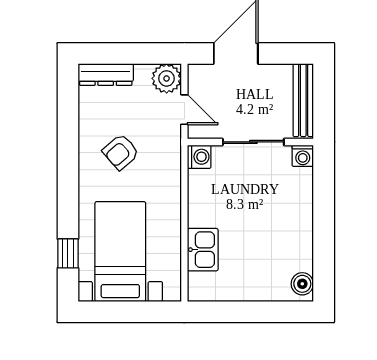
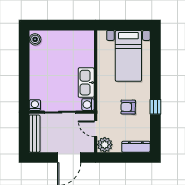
armchair: (121, 152) -> (128, 107), turned -138
kitchen sink: (203, 250) -> (86, 83), moved, width x1.38
window: (68, 253) -> (155, 107), moved

